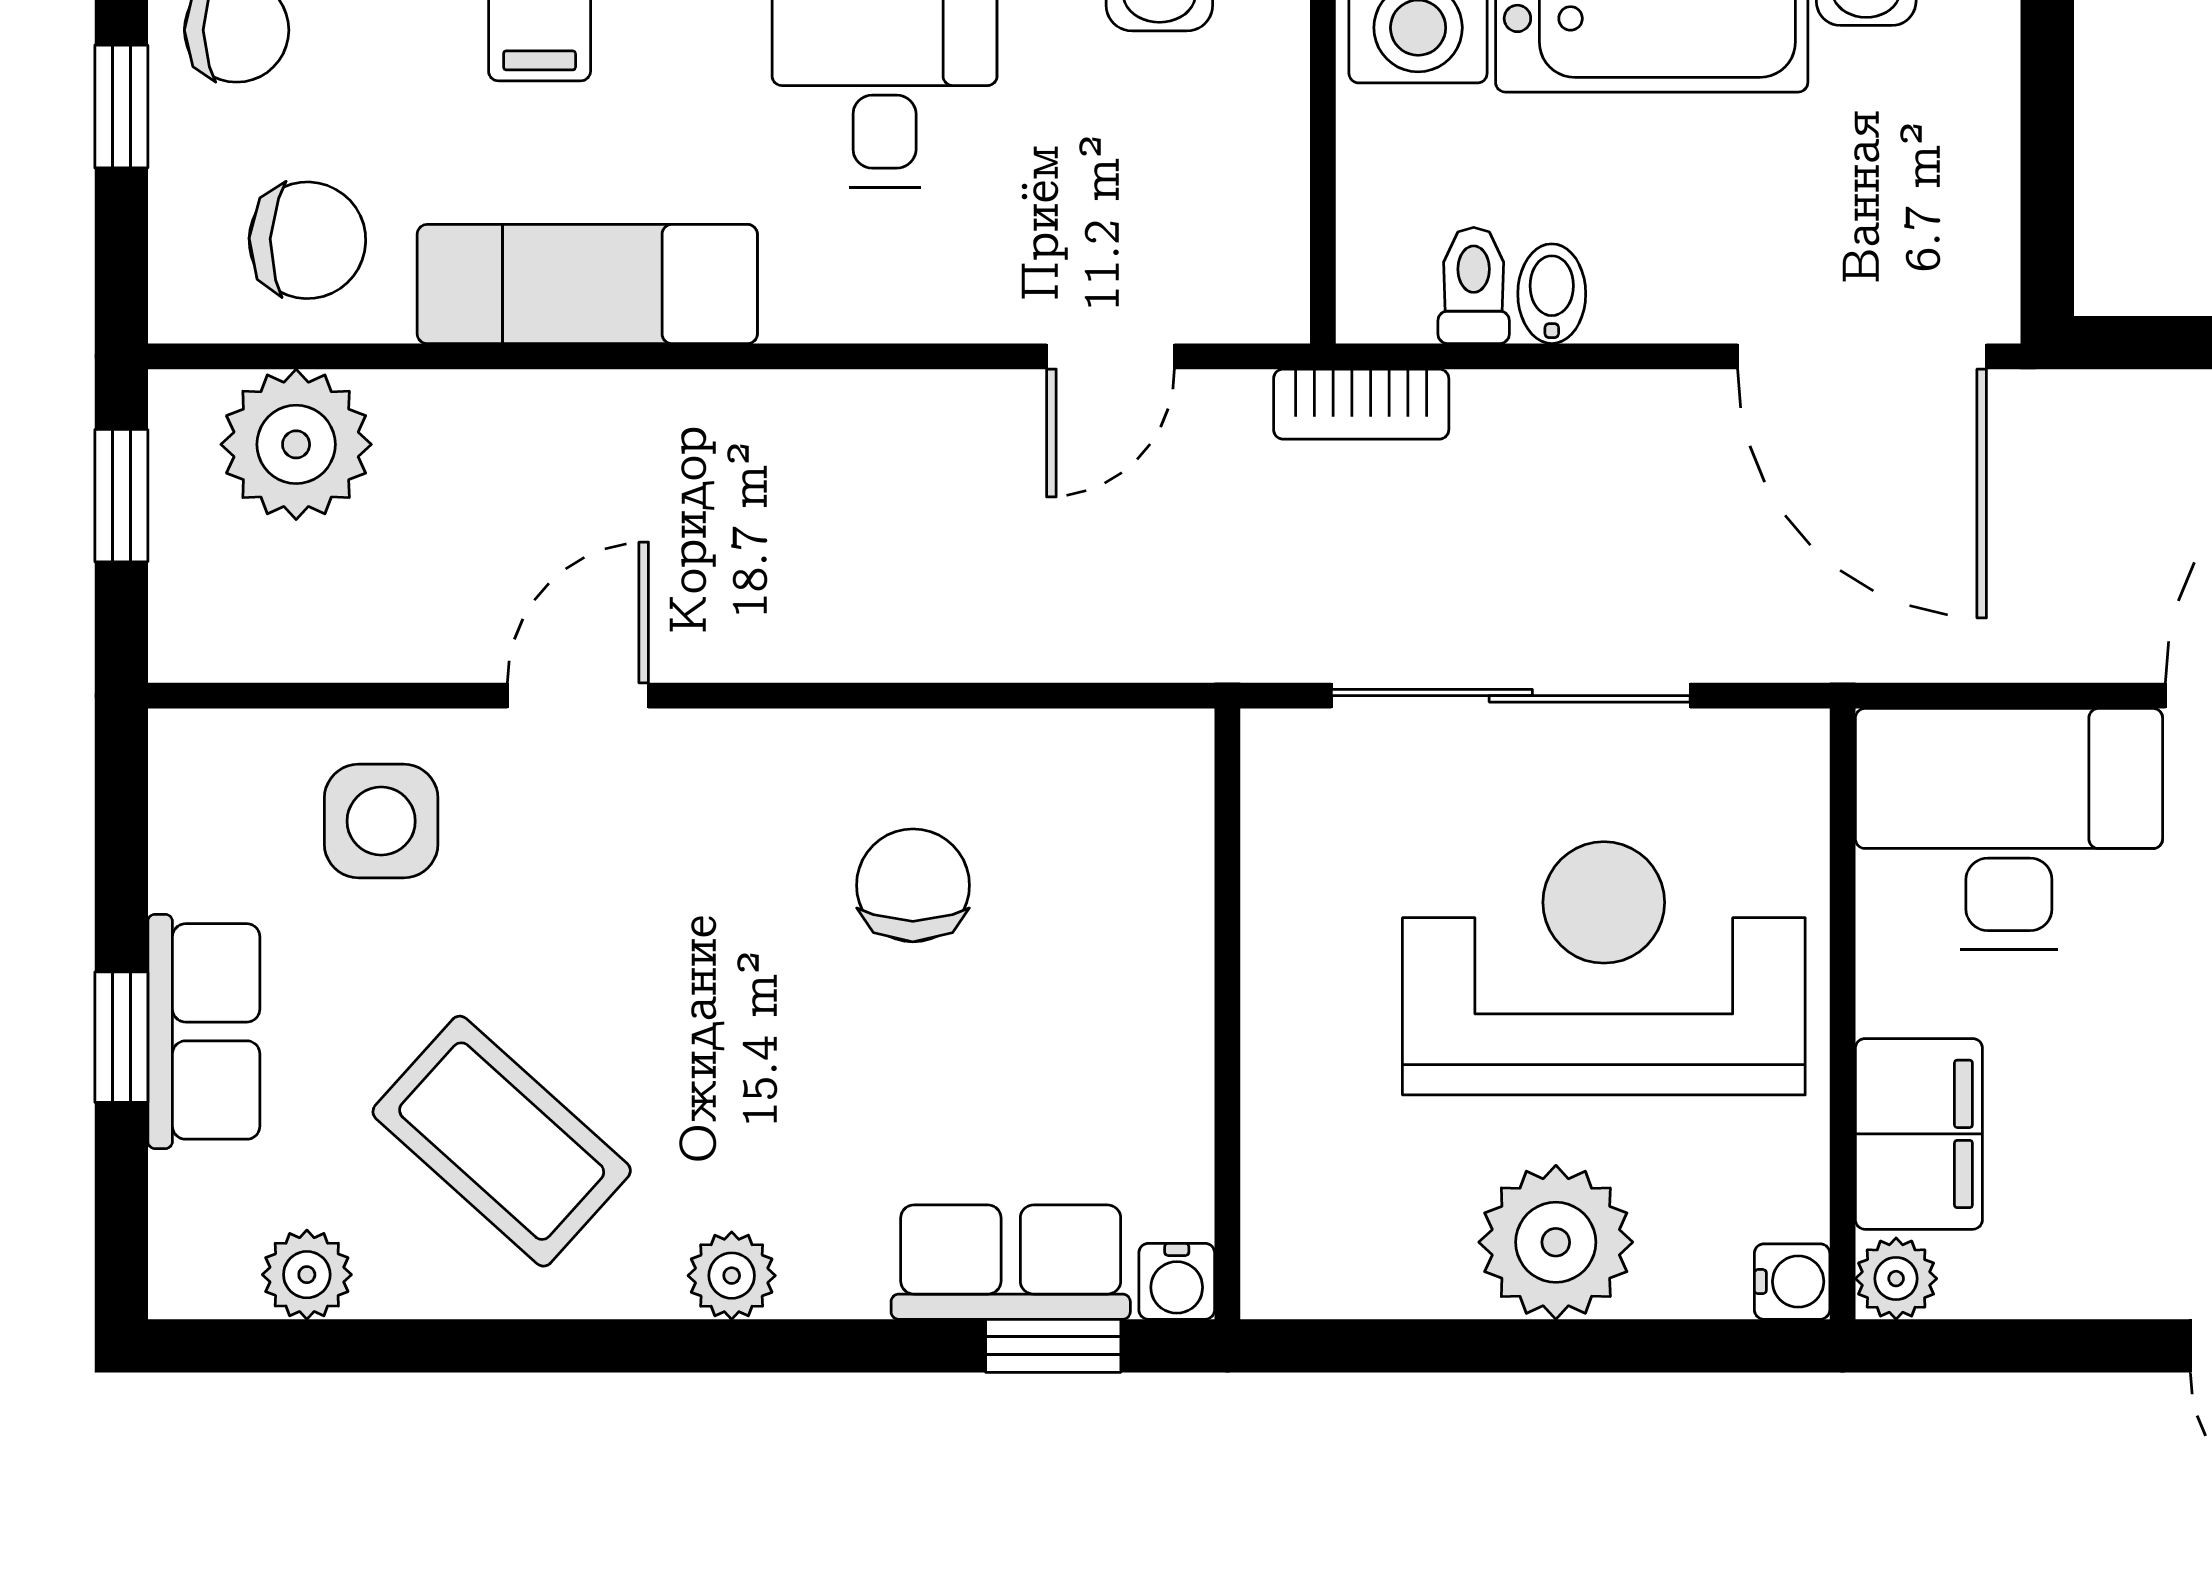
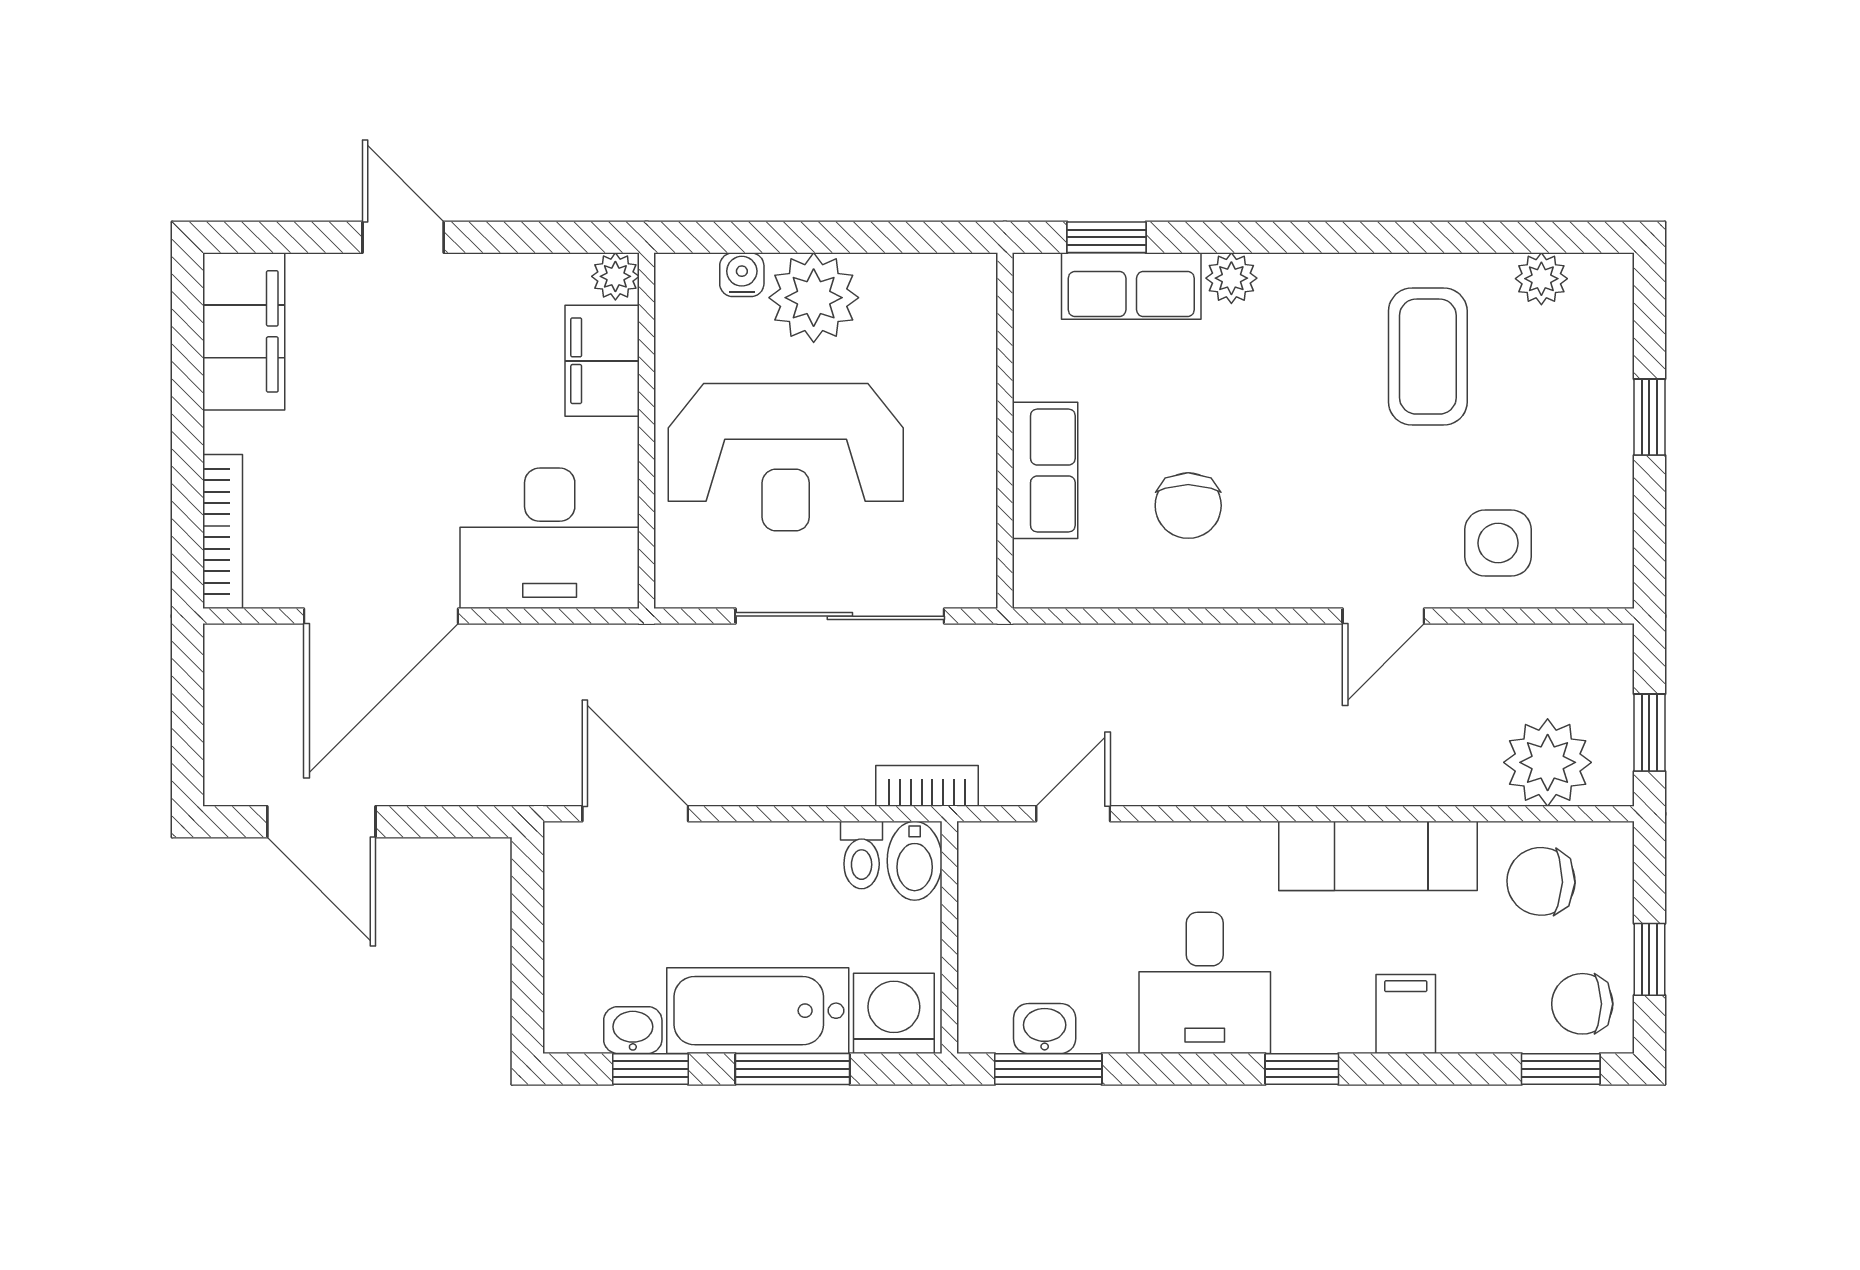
bidet: (1552, 294) -> (915, 861), moved, width x1.38, depth x1.36
door: (1862, 356) -> (635, 814), width x0.73
row of seats: (204, 1031) -> (1045, 470), moved, turned 180
coffee table: (502, 1141) -> (1428, 357), turned 48
plant: (732, 1276) -> (1231, 278), moved
water cooler: (1177, 1281) -> (1035, 275), removed
water cooler: (1792, 1282) -> (742, 275), moved, turned 90

